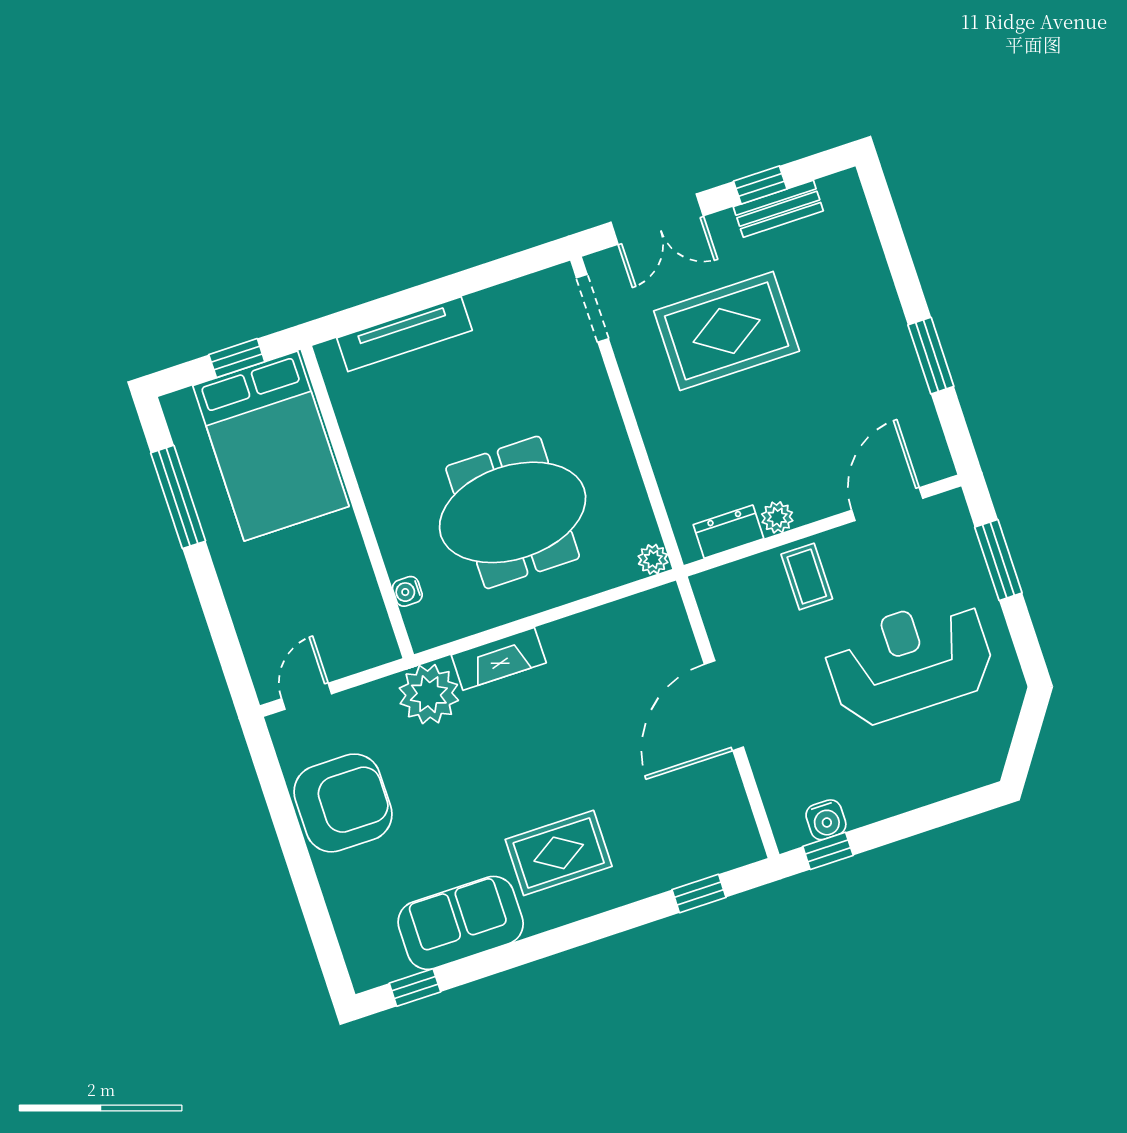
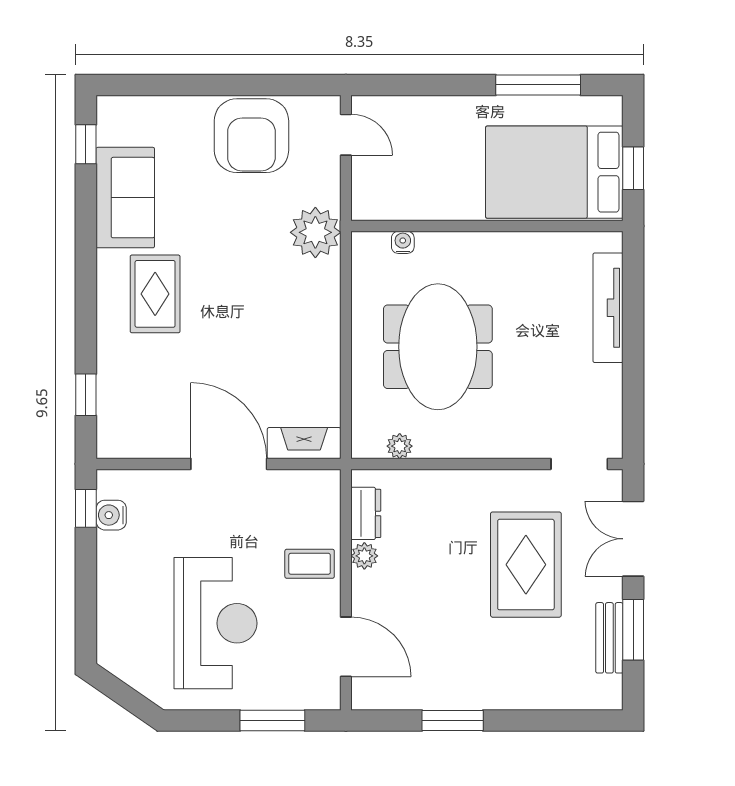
window: (760, 185) -> (633, 630), width x1.50
plant: (653, 559) -> (400, 446), moved
fireplace: (499, 659) -> (304, 443), moved, turned 90

